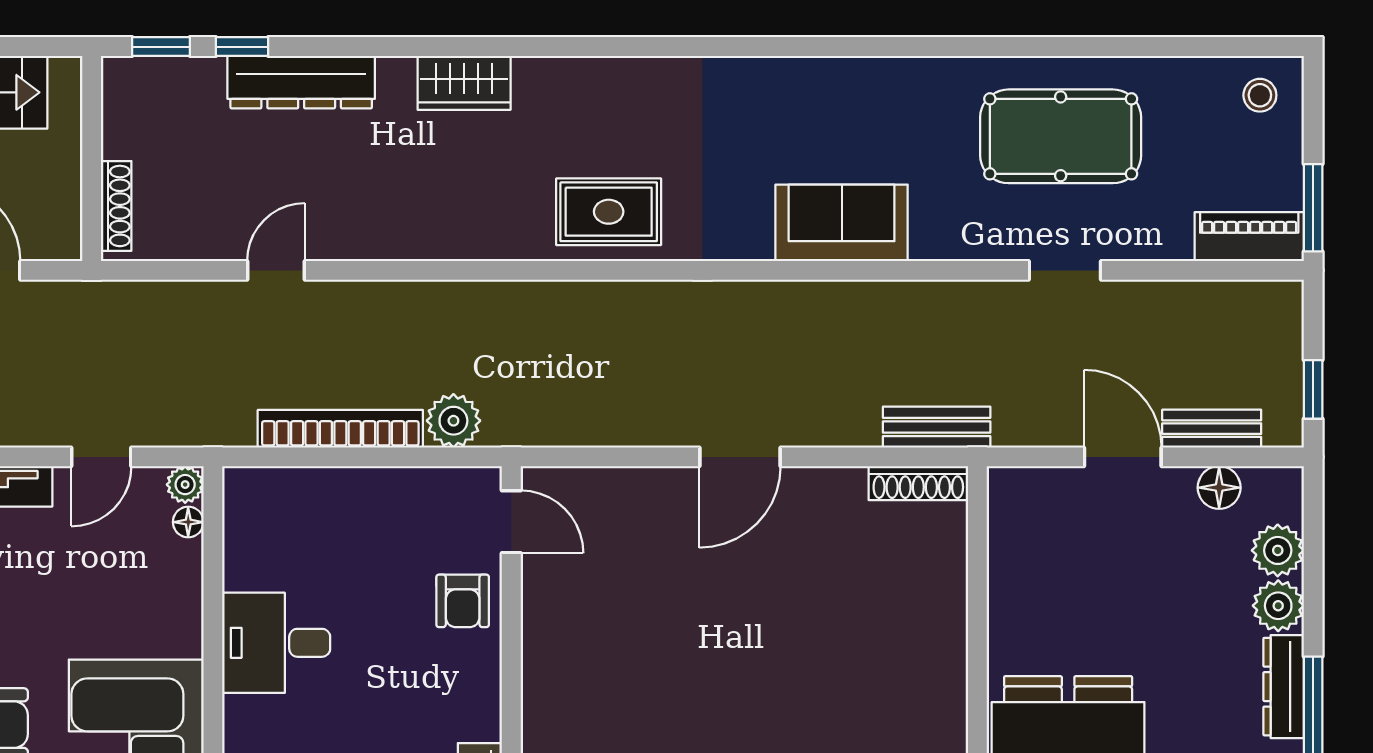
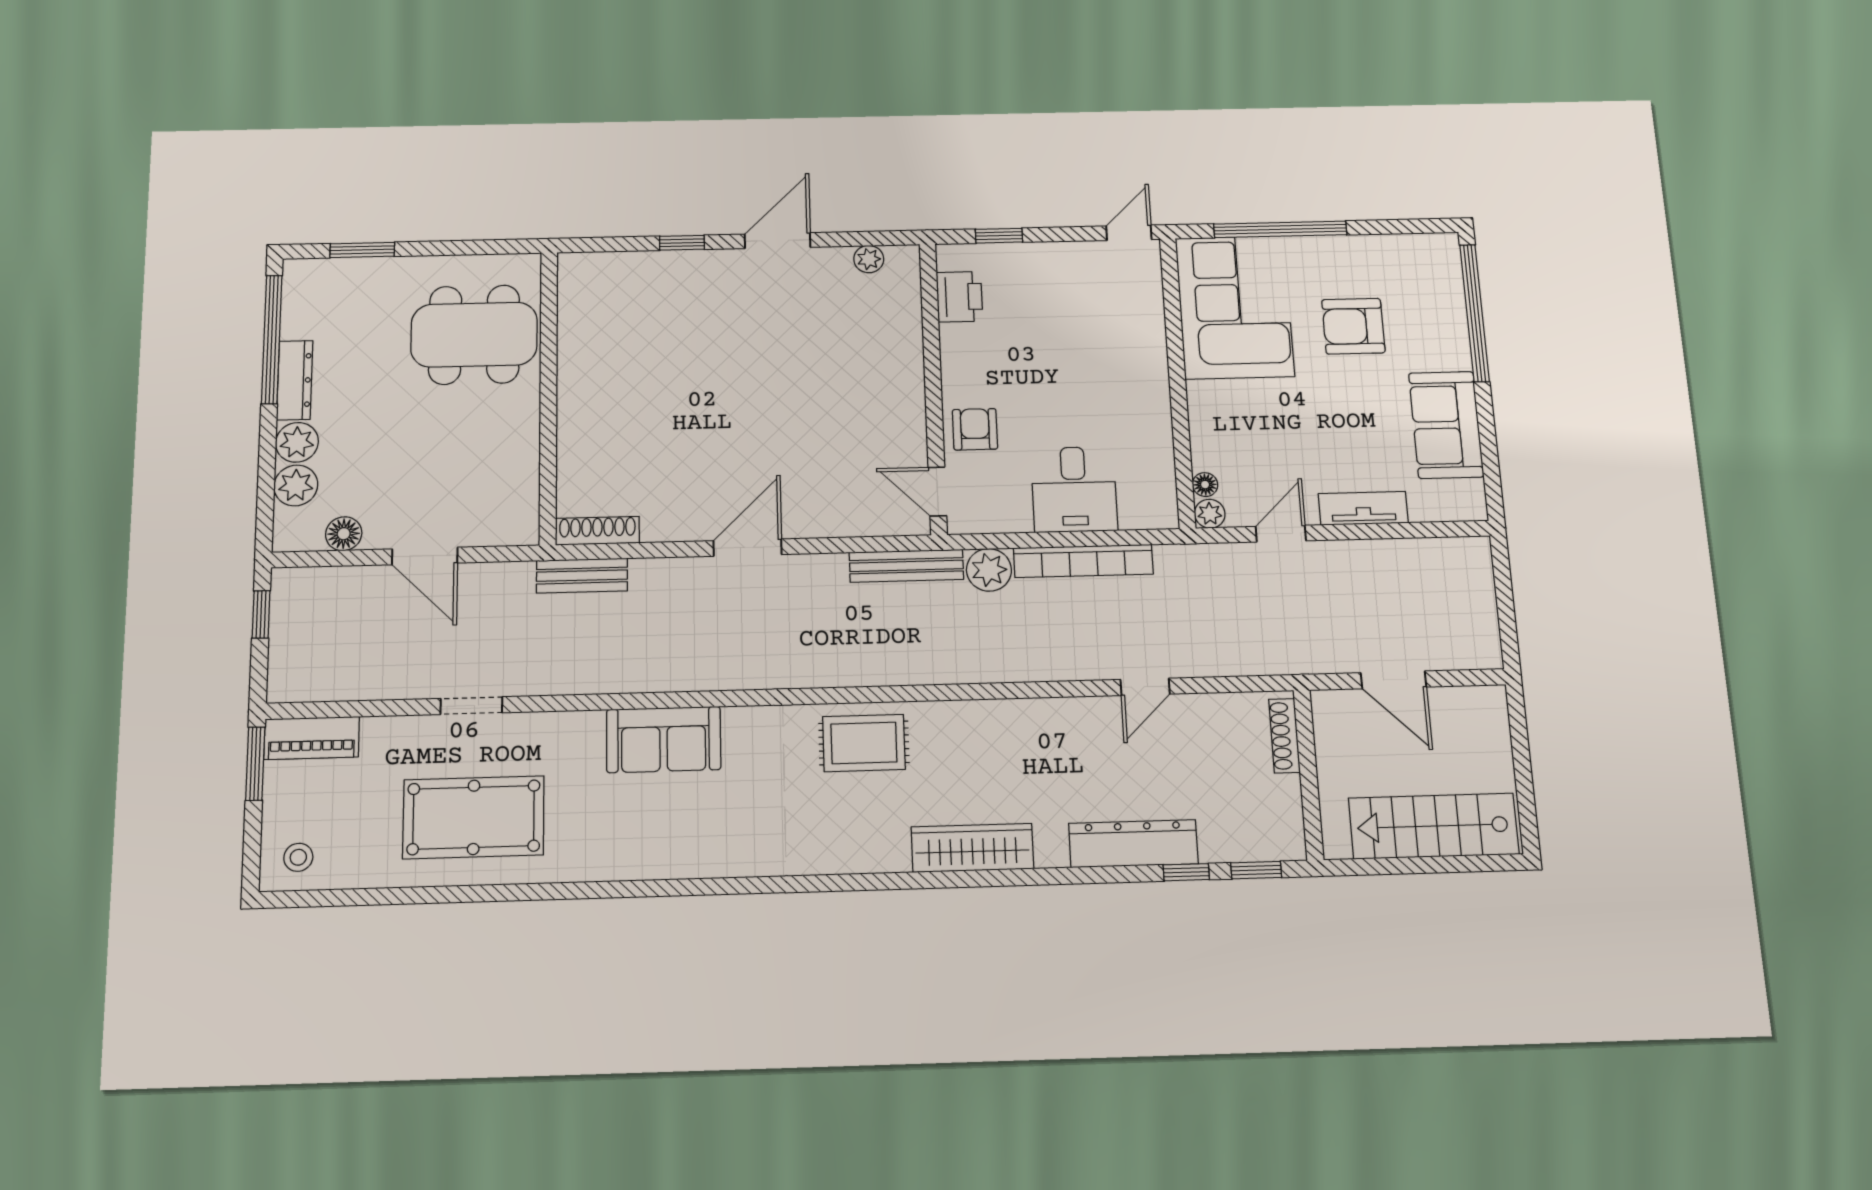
wardrobe: (464, 83) -> (972, 848), width x1.50
bench: (1212, 429) -> (906, 566), moved, width x1.36
desk: (276, 643) -> (1074, 489), moved, turned 90

